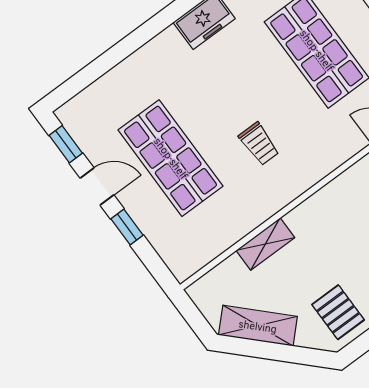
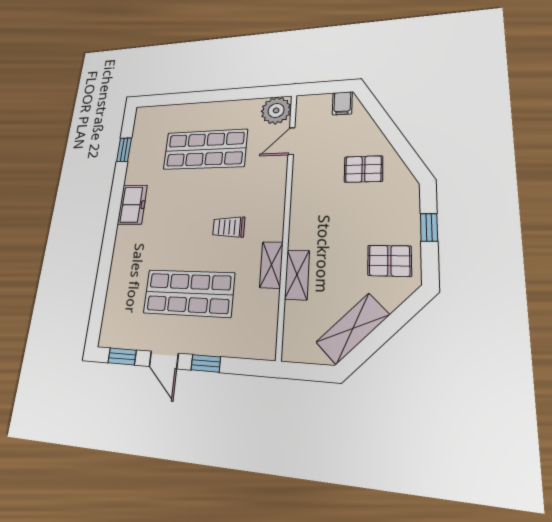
trolley: (259, 144) -> (229, 227), turned 180
door: (97, 187) -> (164, 360), swing flipped
shelving: (256, 214) -> (271, 265), added

